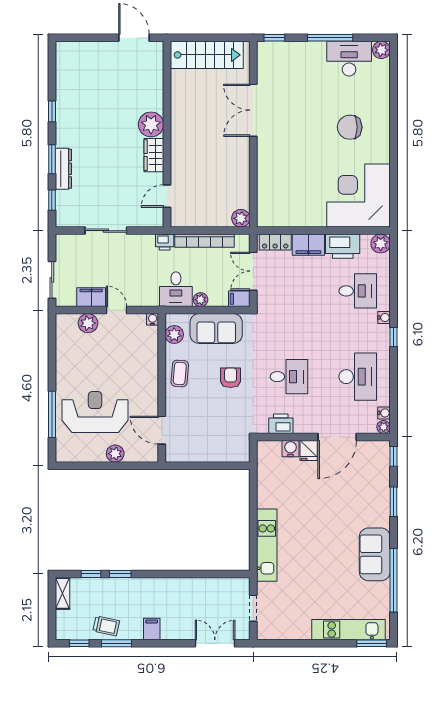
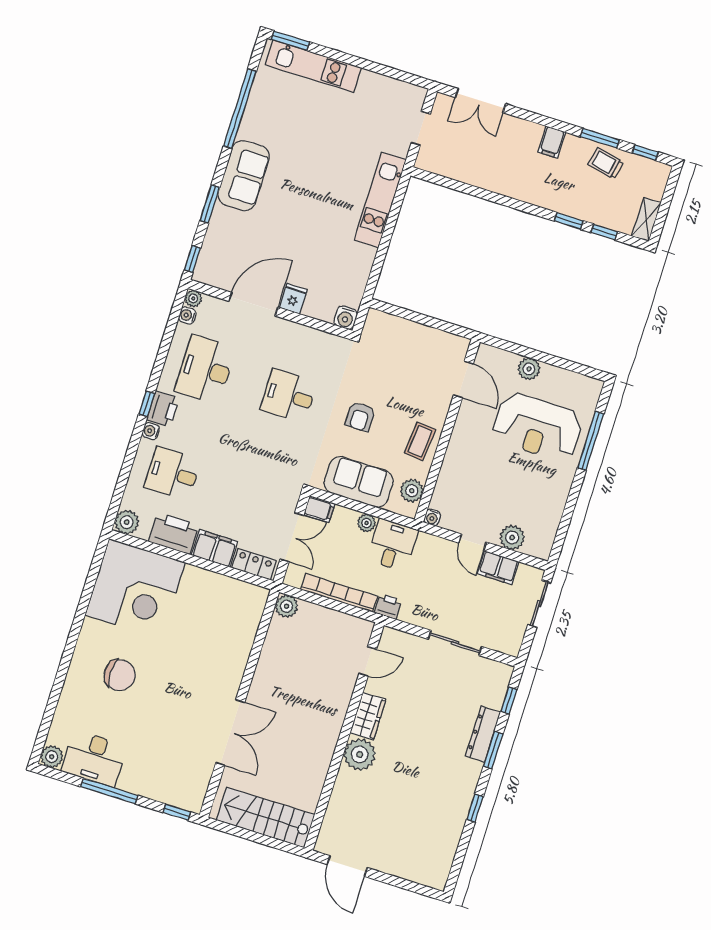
printer: (281, 424) -> (163, 409), moved, turned -90
water cooler: (290, 449) -> (346, 318), moved
sofa: (375, 554) -> (244, 176), moved

